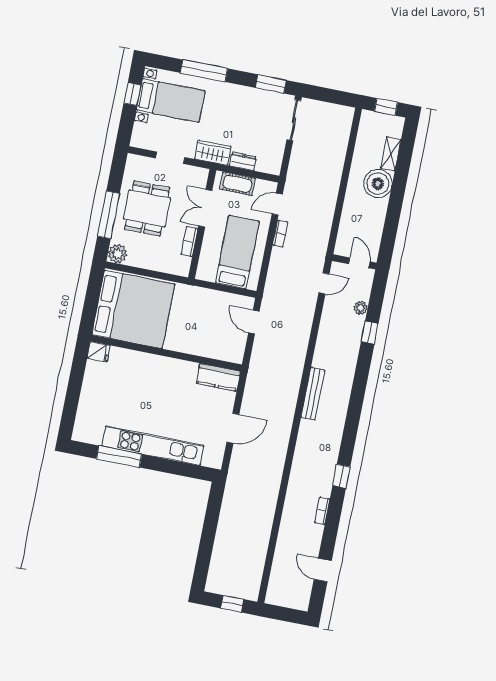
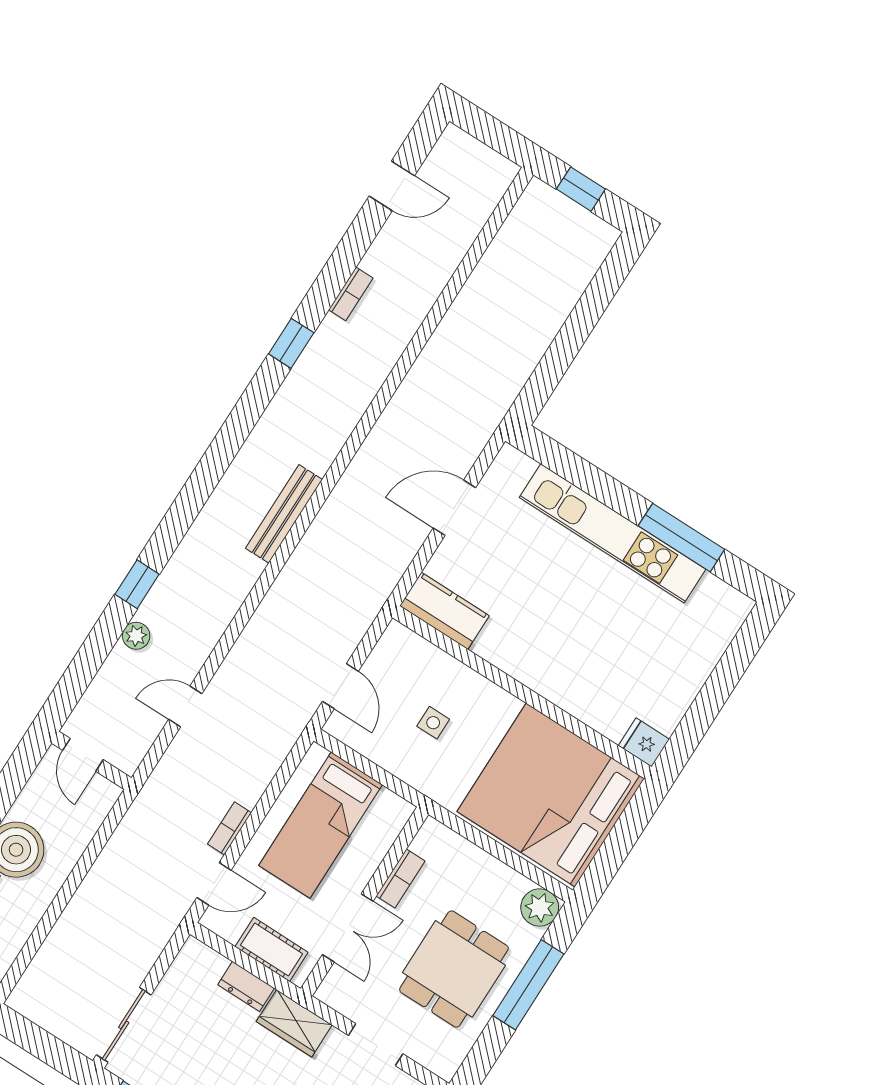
wall: (354, 262) -> (92, 760), moved
door: (359, 263) -> (83, 755), moved
side table: (203, 322) -> (433, 723), added
door: (323, 570) -> (392, 186), hinge flipped

